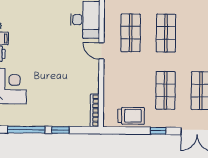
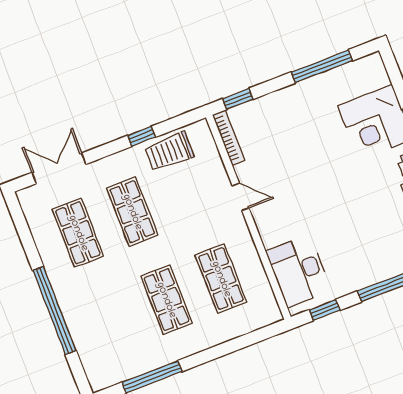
door: (101, 51) -> (241, 197), moved
window: (60, 130) -> (238, 99), moved
window: (158, 131) -> (142, 136), moved

